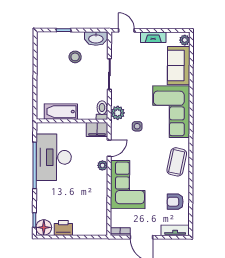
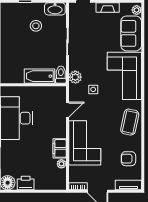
bathtub: (61, 112) -> (39, 76), moved
filing cabinet: (97, 130) -> (60, 148), moved, turned 90
plant: (102, 165) -> (61, 164), moved

